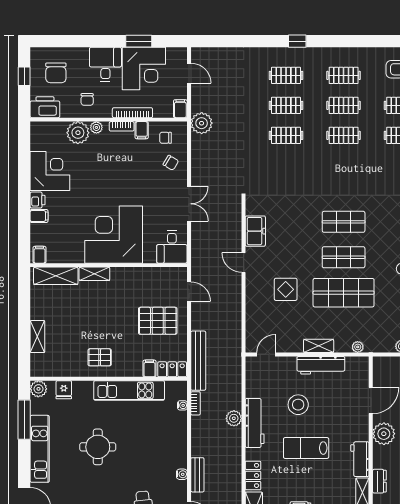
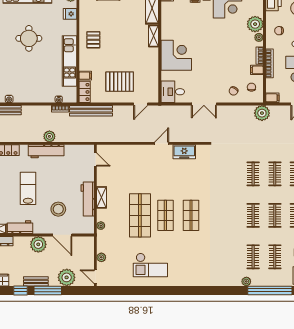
corner desk: (114, 235) -> (176, 55), width x0.74, depth x0.74
display table: (286, 289) -> (142, 174), removed
pallet: (158, 321) -> (120, 82), turned 90
stool: (298, 405) -> (58, 209), moved

